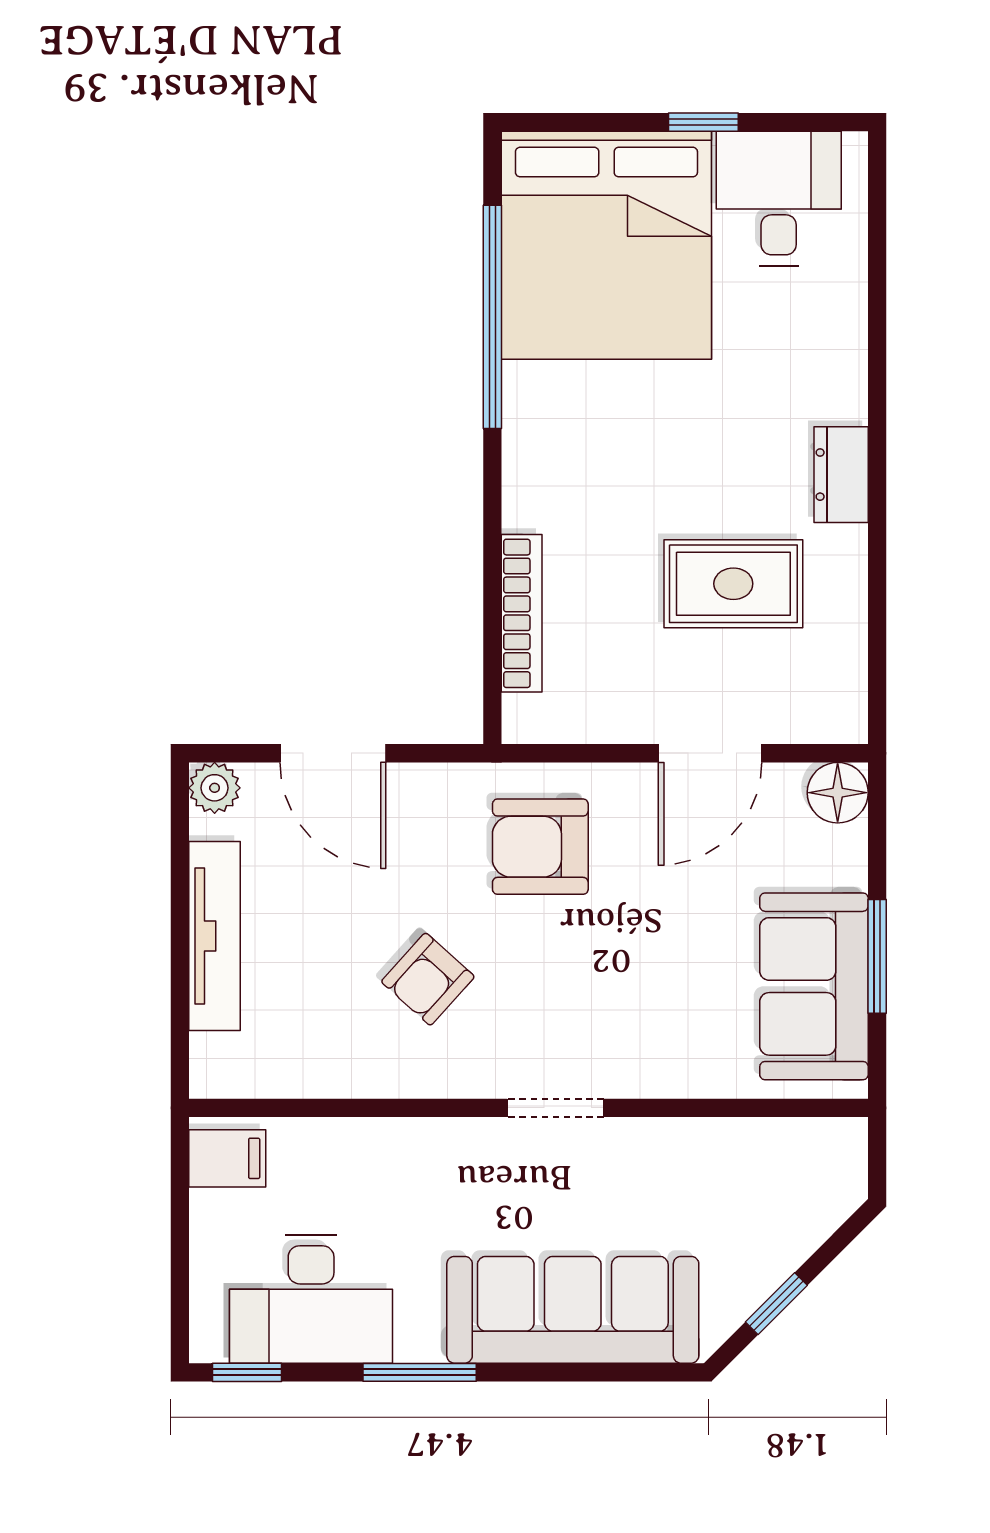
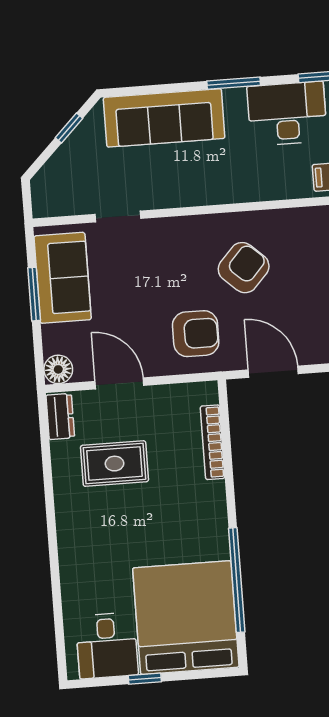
dresser: (841, 475) -> (60, 416), moved
door: (333, 753) -> (273, 372), moved
door: (710, 753) -> (119, 383), hinge flipped
armchair: (428, 979) -> (244, 268), width x1.38, depth x1.38
doorway: (555, 1108) -> (118, 216), moved

